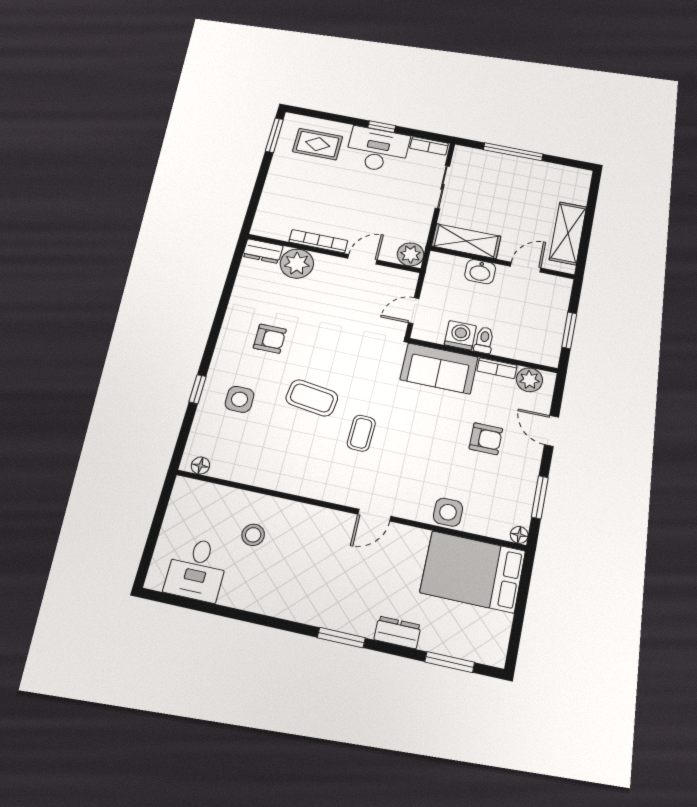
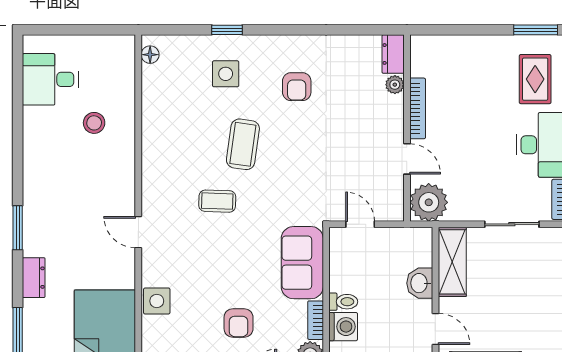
plant: (411, 254) -> (429, 202), width x1.36, depth x1.36
plant: (297, 264) -> (395, 85), width x0.53, depth x0.53
washing machine: (460, 335) -> (343, 327), moved

